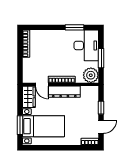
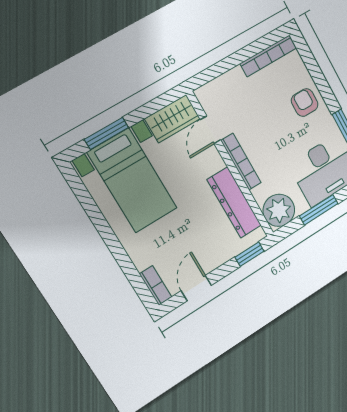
armchair: (53, 39) -> (305, 103), added
dresser: (64, 92) -> (234, 203), moved
window: (101, 108) -> (249, 254), moved
door: (101, 127) -> (196, 288), swing flipped

